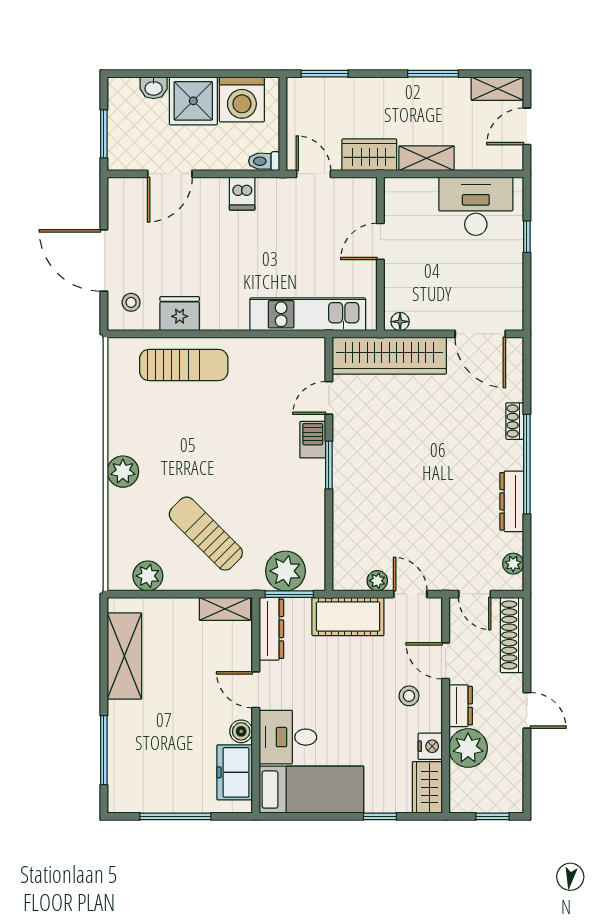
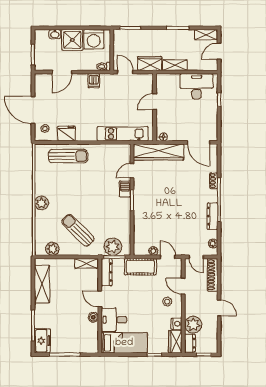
dresser: (461, 706) -> (190, 343), moved
freezer: (235, 772) -> (42, 341), moved, turned 180

